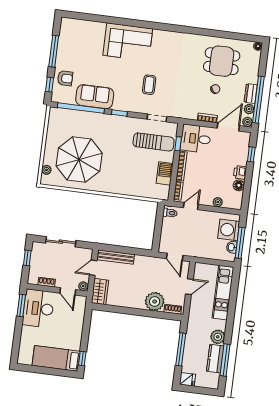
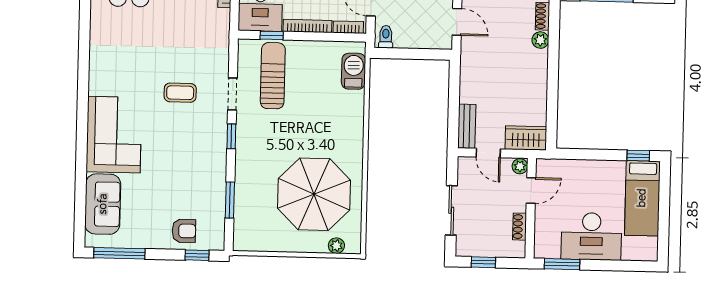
window: (54, 51) -> (119, 253), moved
armchair: (65, 78) -> (184, 231), turned 90
sofa: (95, 97) -> (103, 204), moved, turned 180
window: (81, 108) -> (230, 200), width x0.47
doorway: (157, 118) -> (232, 94), moved
barbecue: (165, 173) -> (354, 71), moved, turned 90
bench: (116, 257) -> (467, 126), width x0.73
door: (175, 257) -> (457, 22), hinge flipped
plant: (155, 301) -> (540, 40), width x0.53, depth x0.53
desk: (38, 308) -> (591, 236), moved

